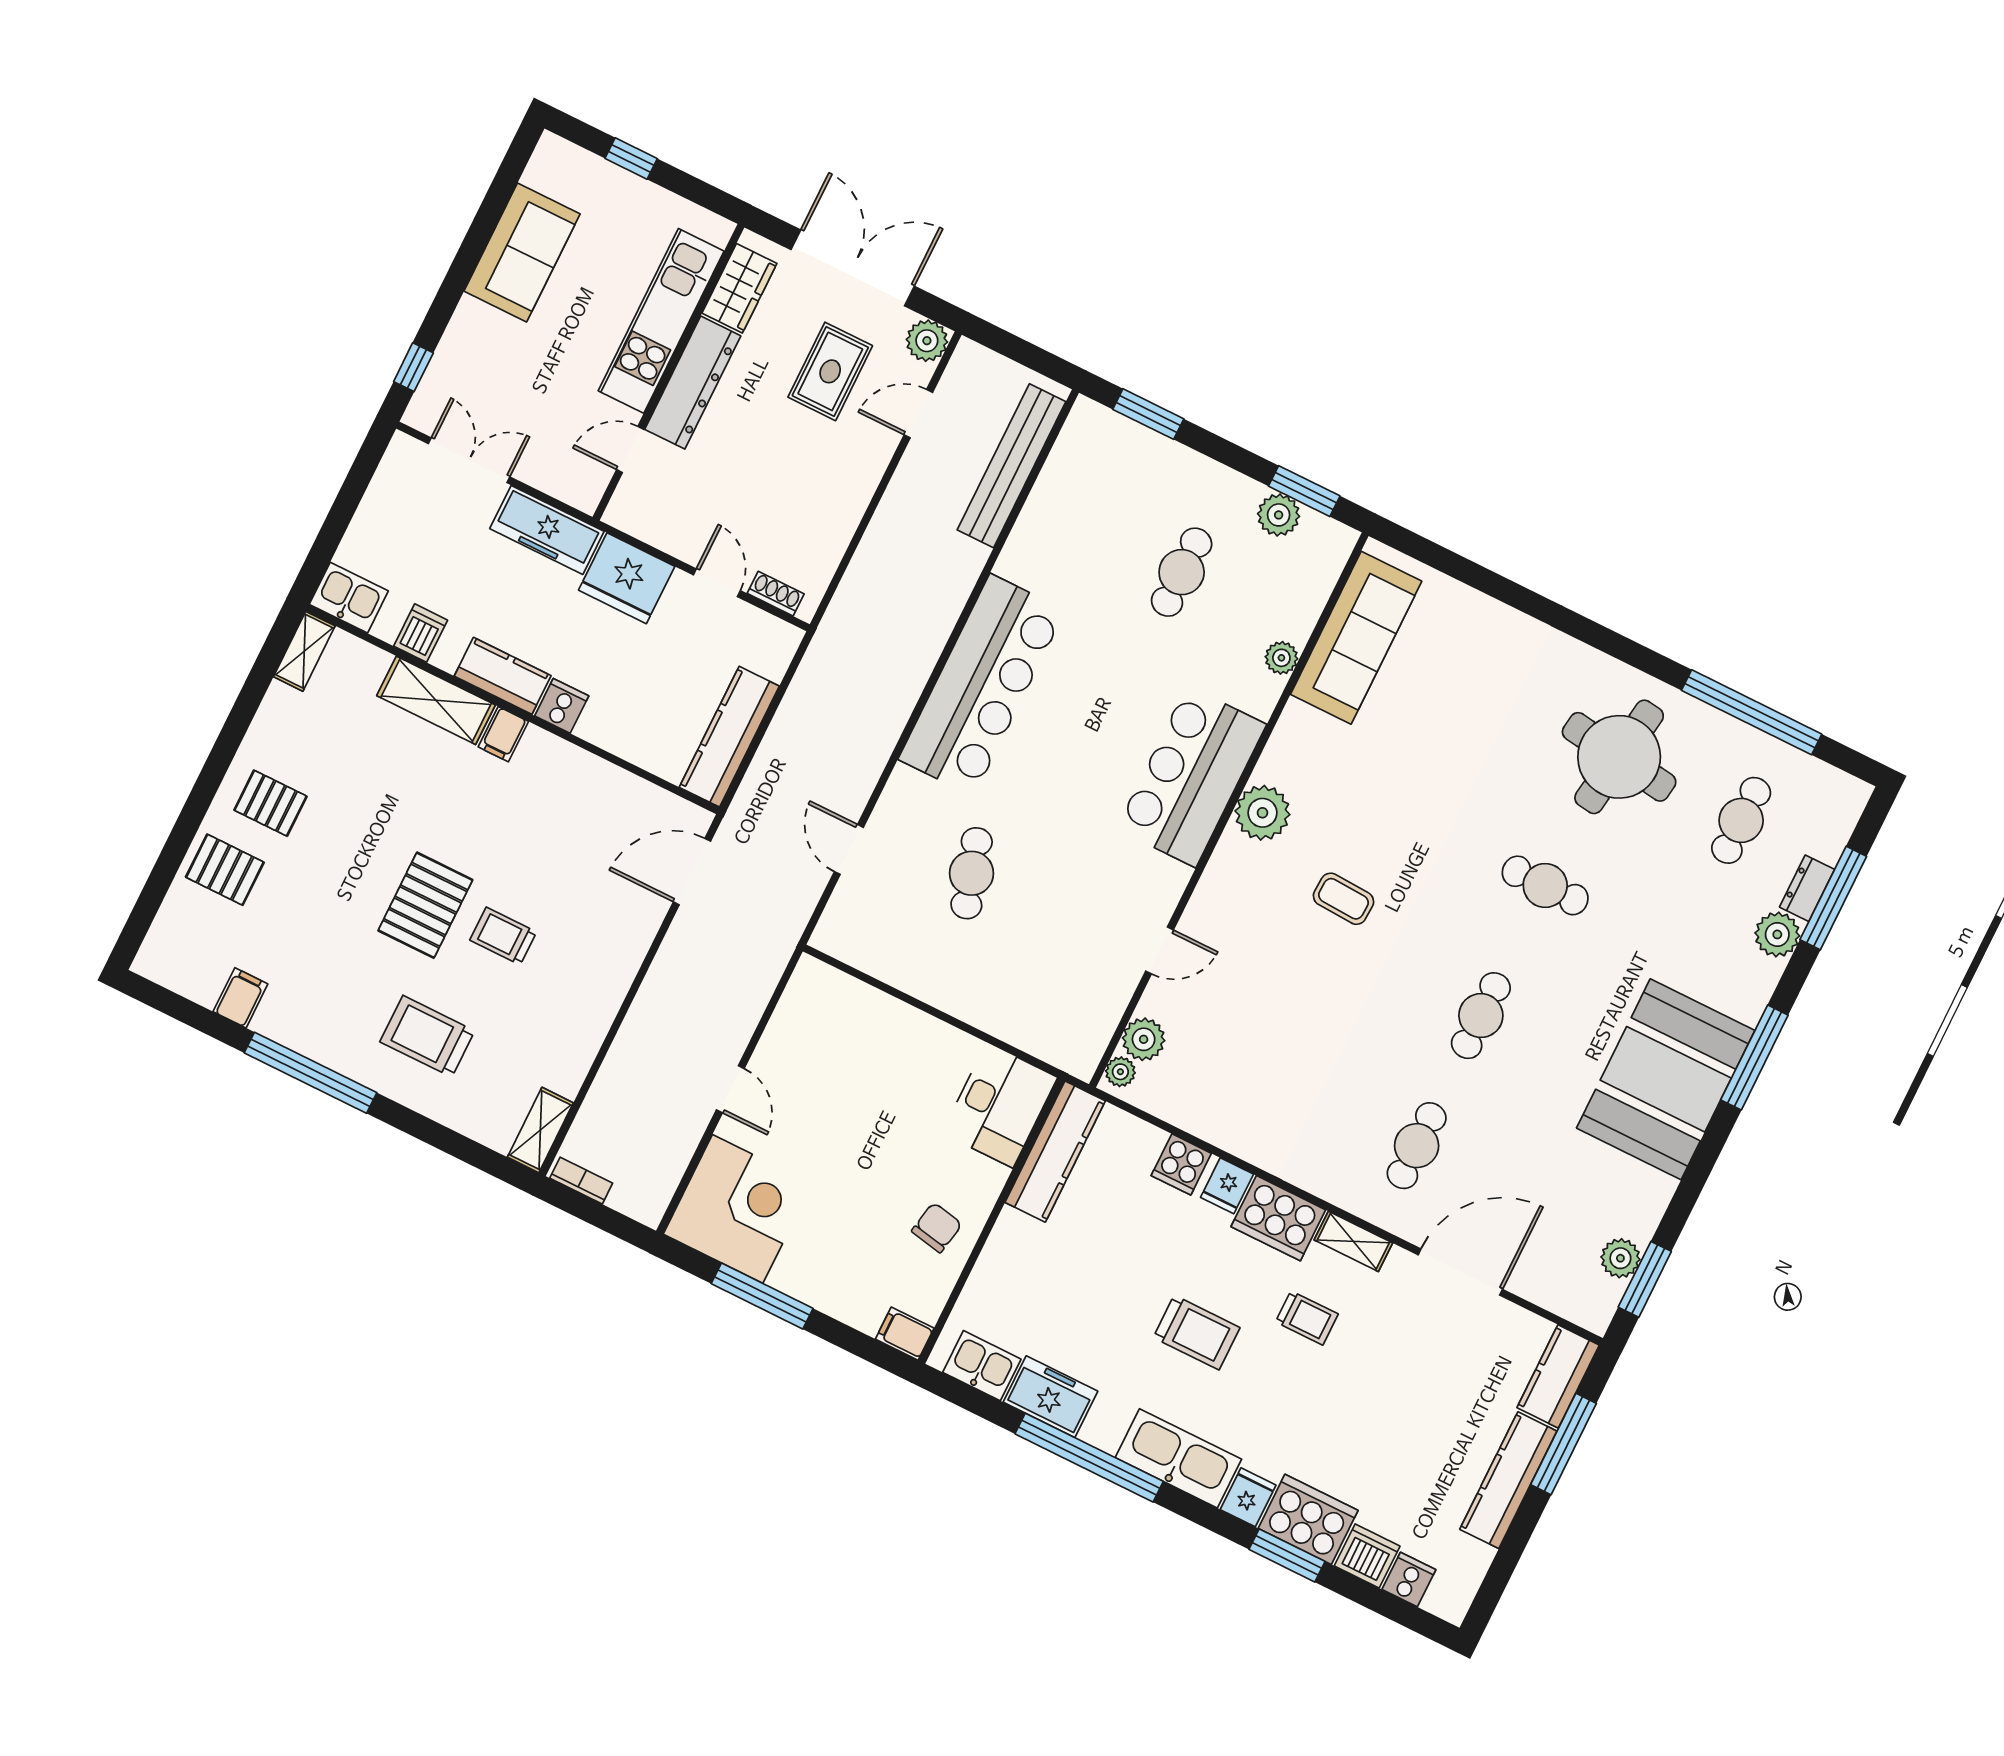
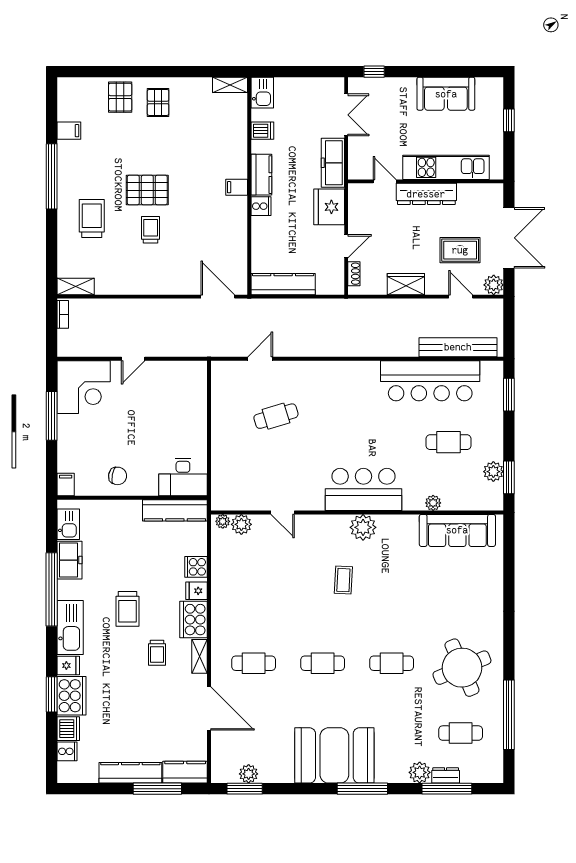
wardrobe: (739, 288) -> (406, 284), moved, turned 180
bar counter: (982, 685) -> (430, 381), moved
shelving: (436, 700) -> (237, 151), removed
round table: (1619, 757) -> (462, 668), turned -31
cafe table: (1545, 885) -> (392, 663), turned 90

